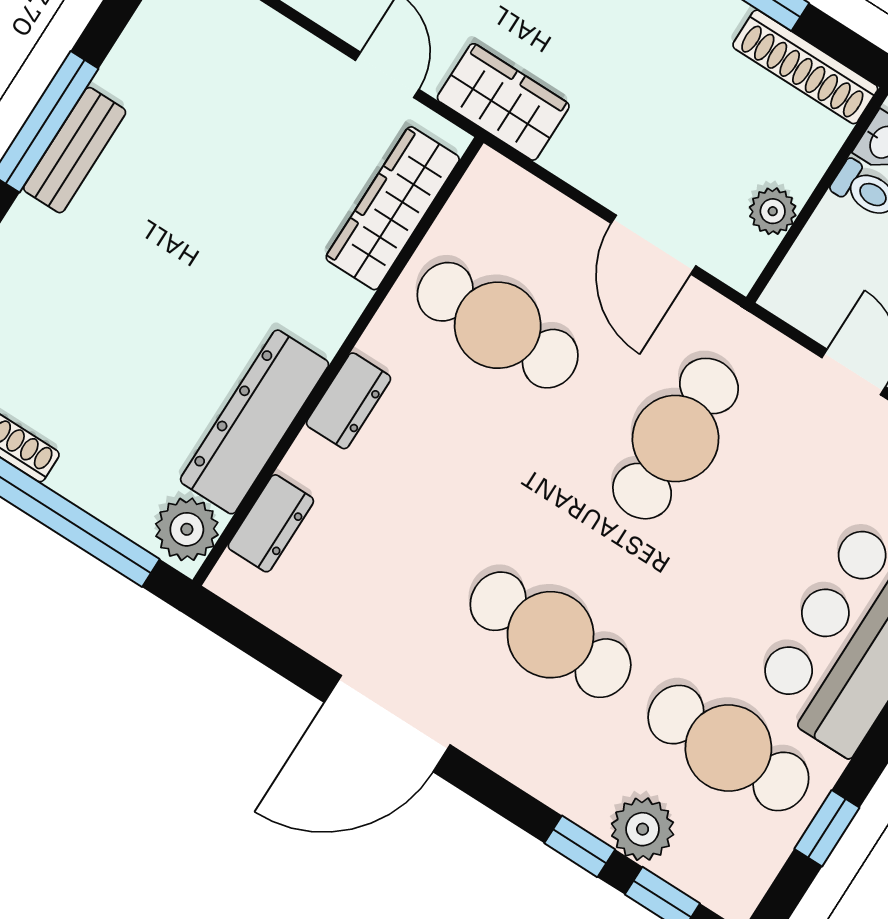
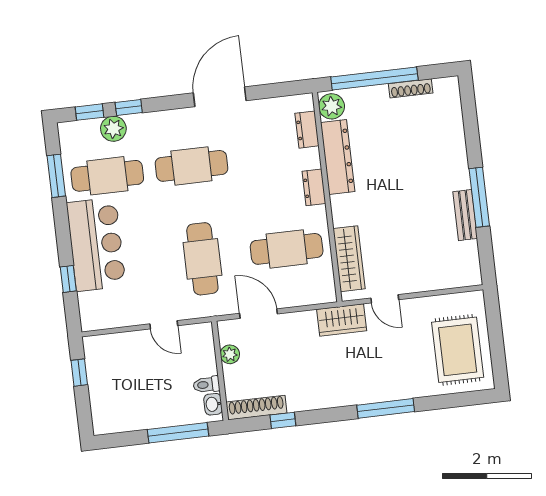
bench: (75, 150) -> (465, 215), moved
window: (827, 828) -> (56, 176), width x1.50

